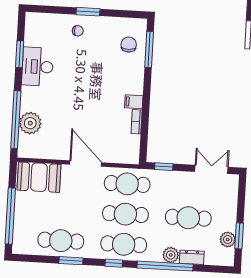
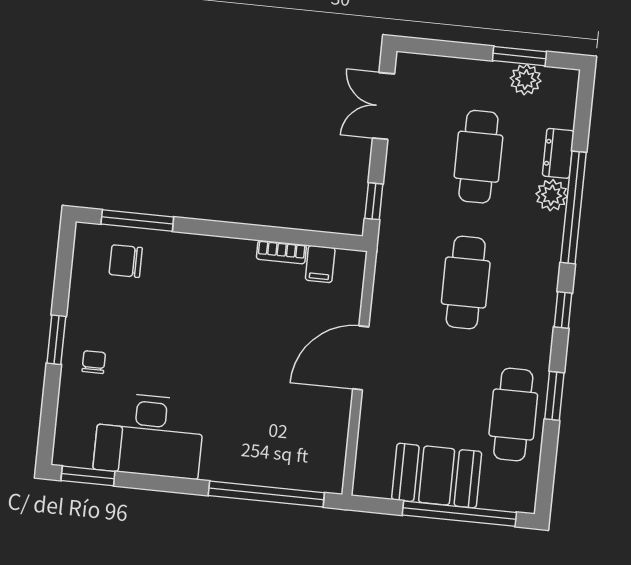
window: (20, 54) -> (88, 476), moved
desk: (38, 67) -> (149, 435), width x1.36, depth x1.30
filing cabinet: (134, 102) -> (320, 264), moved
plant: (30, 123) -> (275, 465), removed
booth: (39, 177) -> (437, 476), moved, turned 90
cafe table: (127, 184) -> (405, 276), removed
cafe table: (124, 244) -> (526, 289), removed

